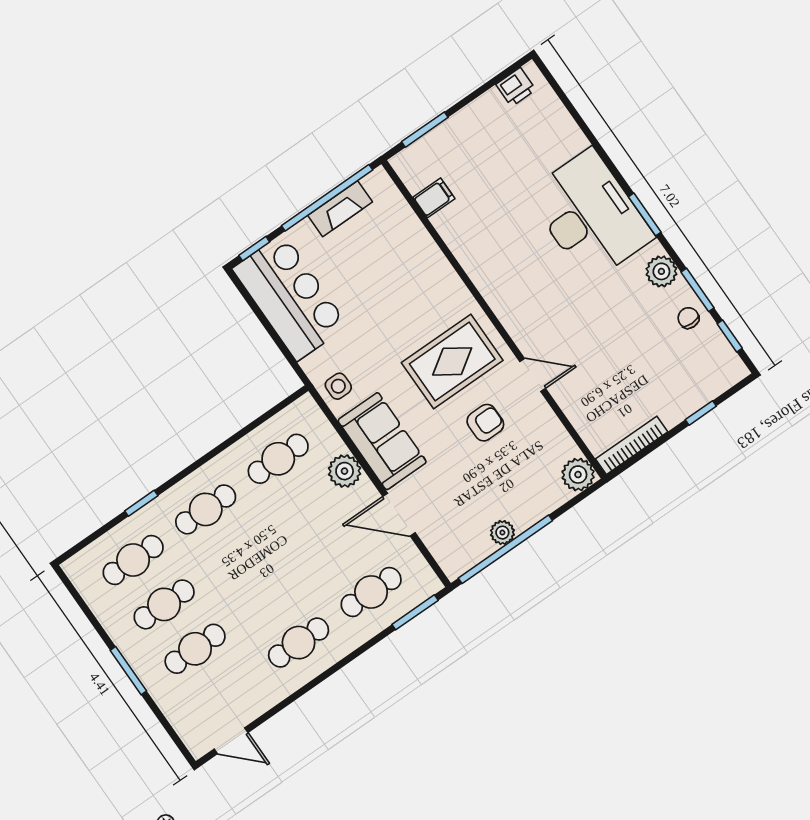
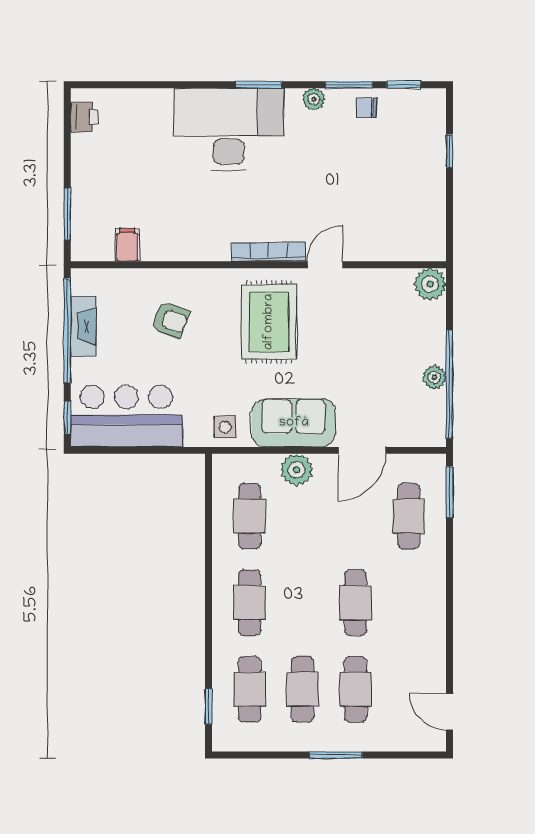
plant: (661, 271) -> (314, 99), width x0.73, depth x0.73
armchair: (485, 423) -> (170, 320), moved, turned 111
bookcase: (632, 445) -> (269, 252), moved, turned 90
window: (141, 503) -> (209, 706), moved
cafe table: (299, 643) -> (356, 603), moved
door: (231, 741) -> (449, 712), swing flipped

